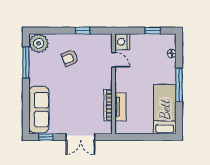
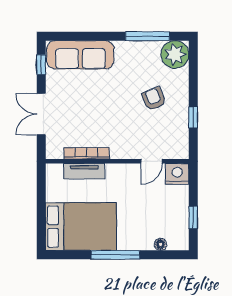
bed: (165, 109) -> (81, 227), width x1.50

